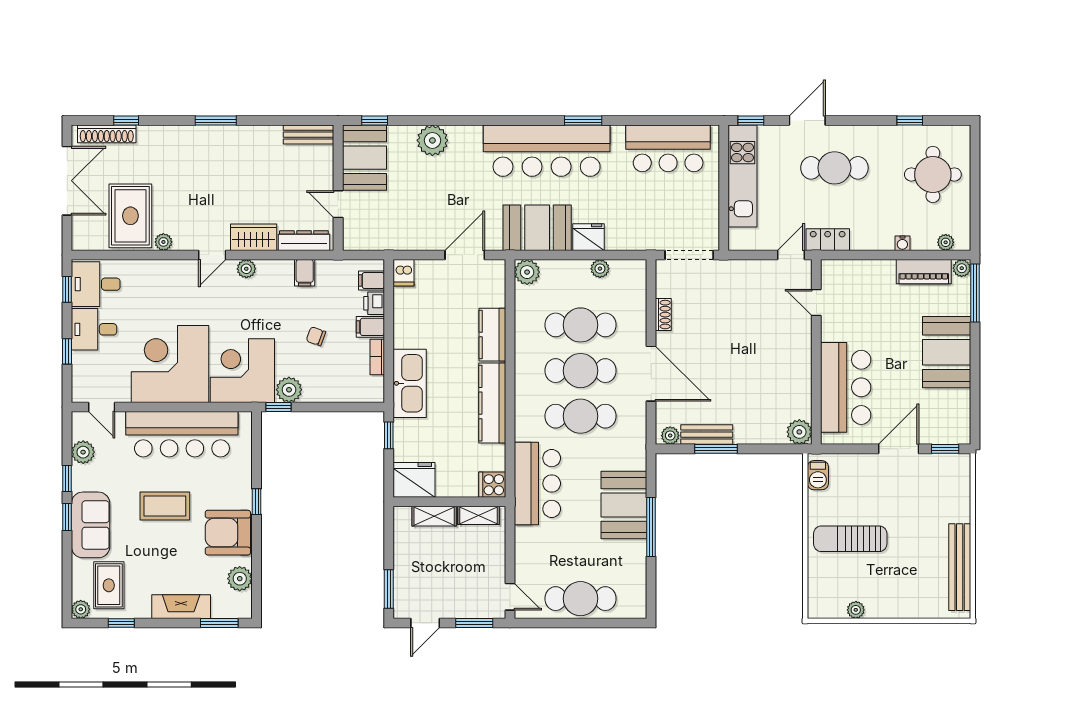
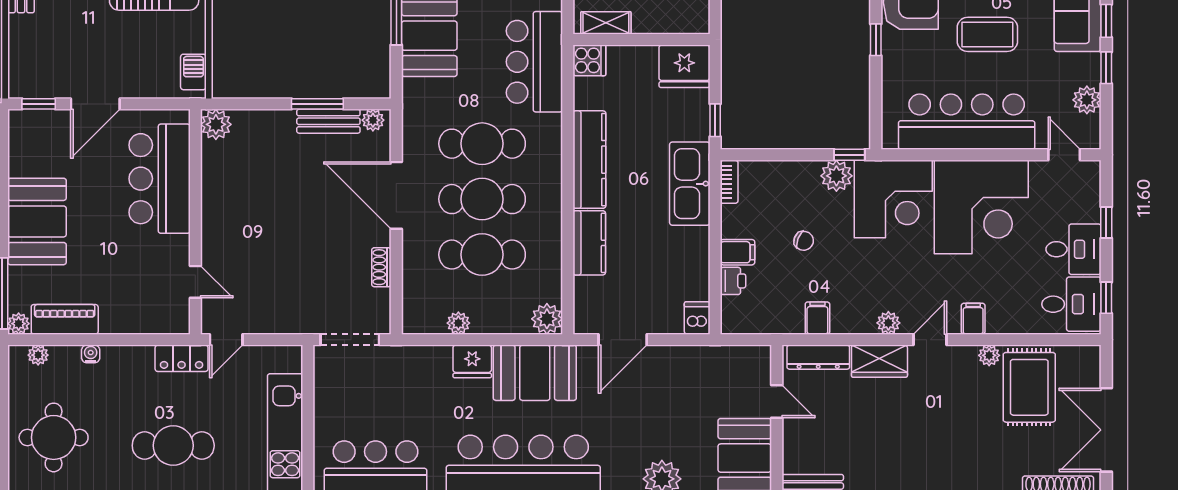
filing cabinet: (372, 281) -> (973, 319), moved, turned -90
bookcase: (377, 357) -> (729, 182), moved
shelving: (434, 516) -> (660, 22), removed

